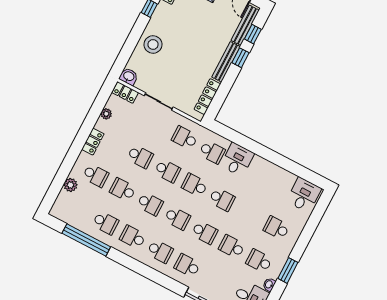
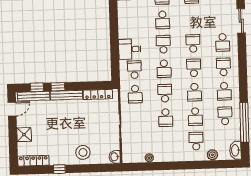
locker: (125, 93) -> (127, 153), removed
locker: (93, 142) -> (174, 156), removed
school desk: (140, 157) -> (166, 118), turned 180
school desk: (150, 204) -> (195, 92), turned 180
washbasin: (61, 213) -> (235, 150), added
school desk: (232, 247) -> (163, 20), moved

